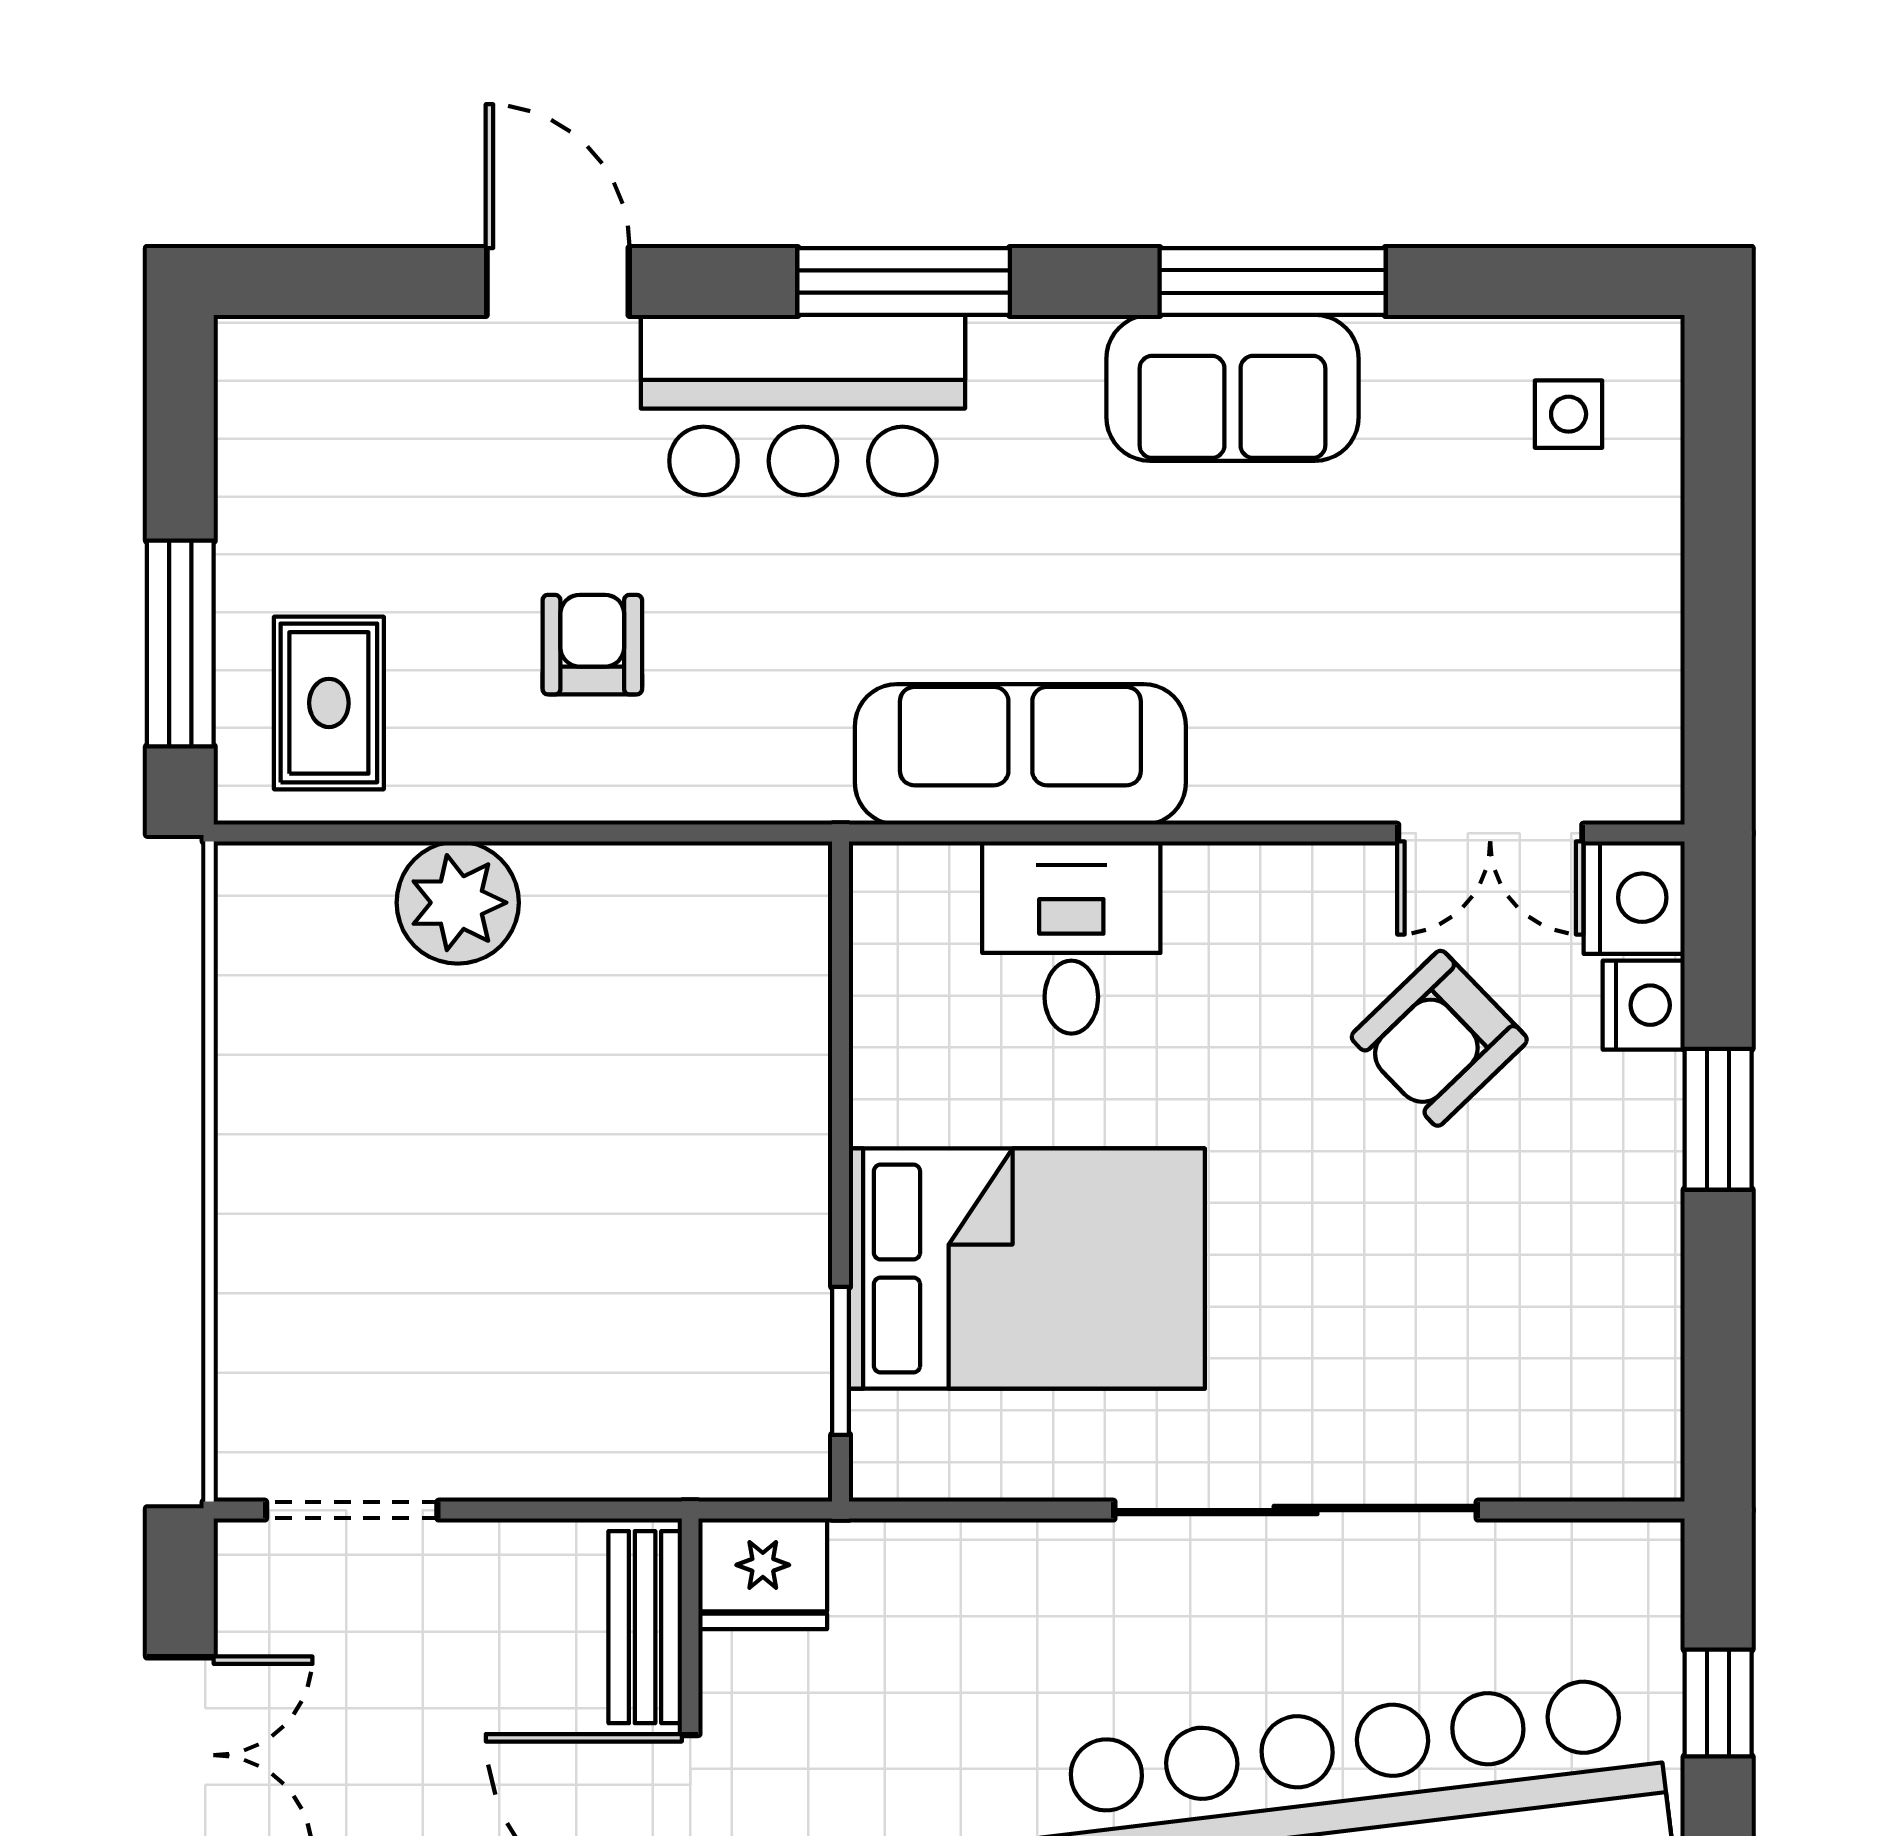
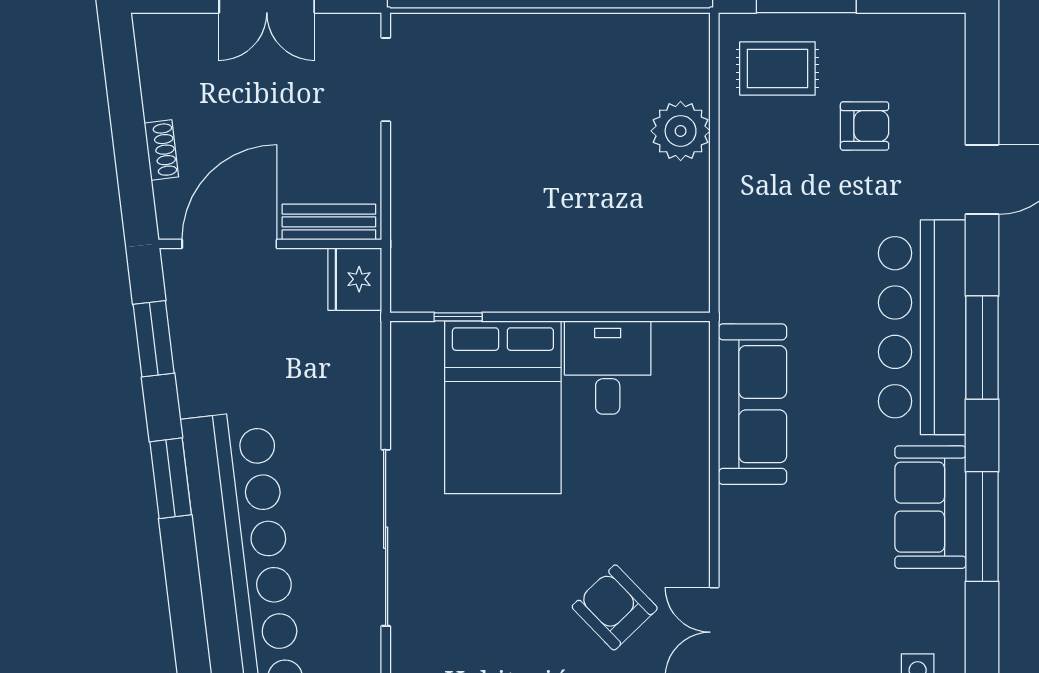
bar counter: (803, 405) -> (922, 327), width x1.36
armchair: (592, 645) -> (865, 126), moved
desk: (1071, 938) -> (608, 368), moved, turned -90
window: (841, 1361) -> (458, 317), width x0.67

